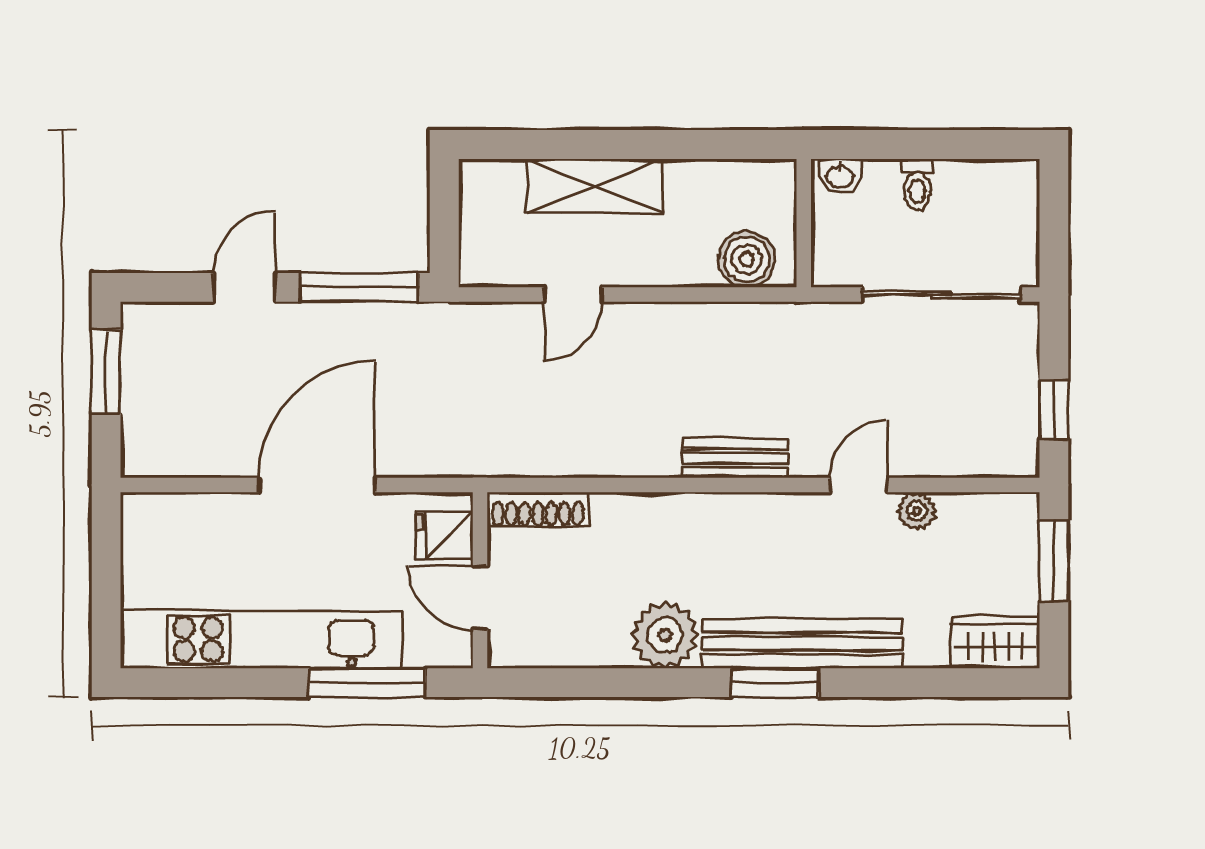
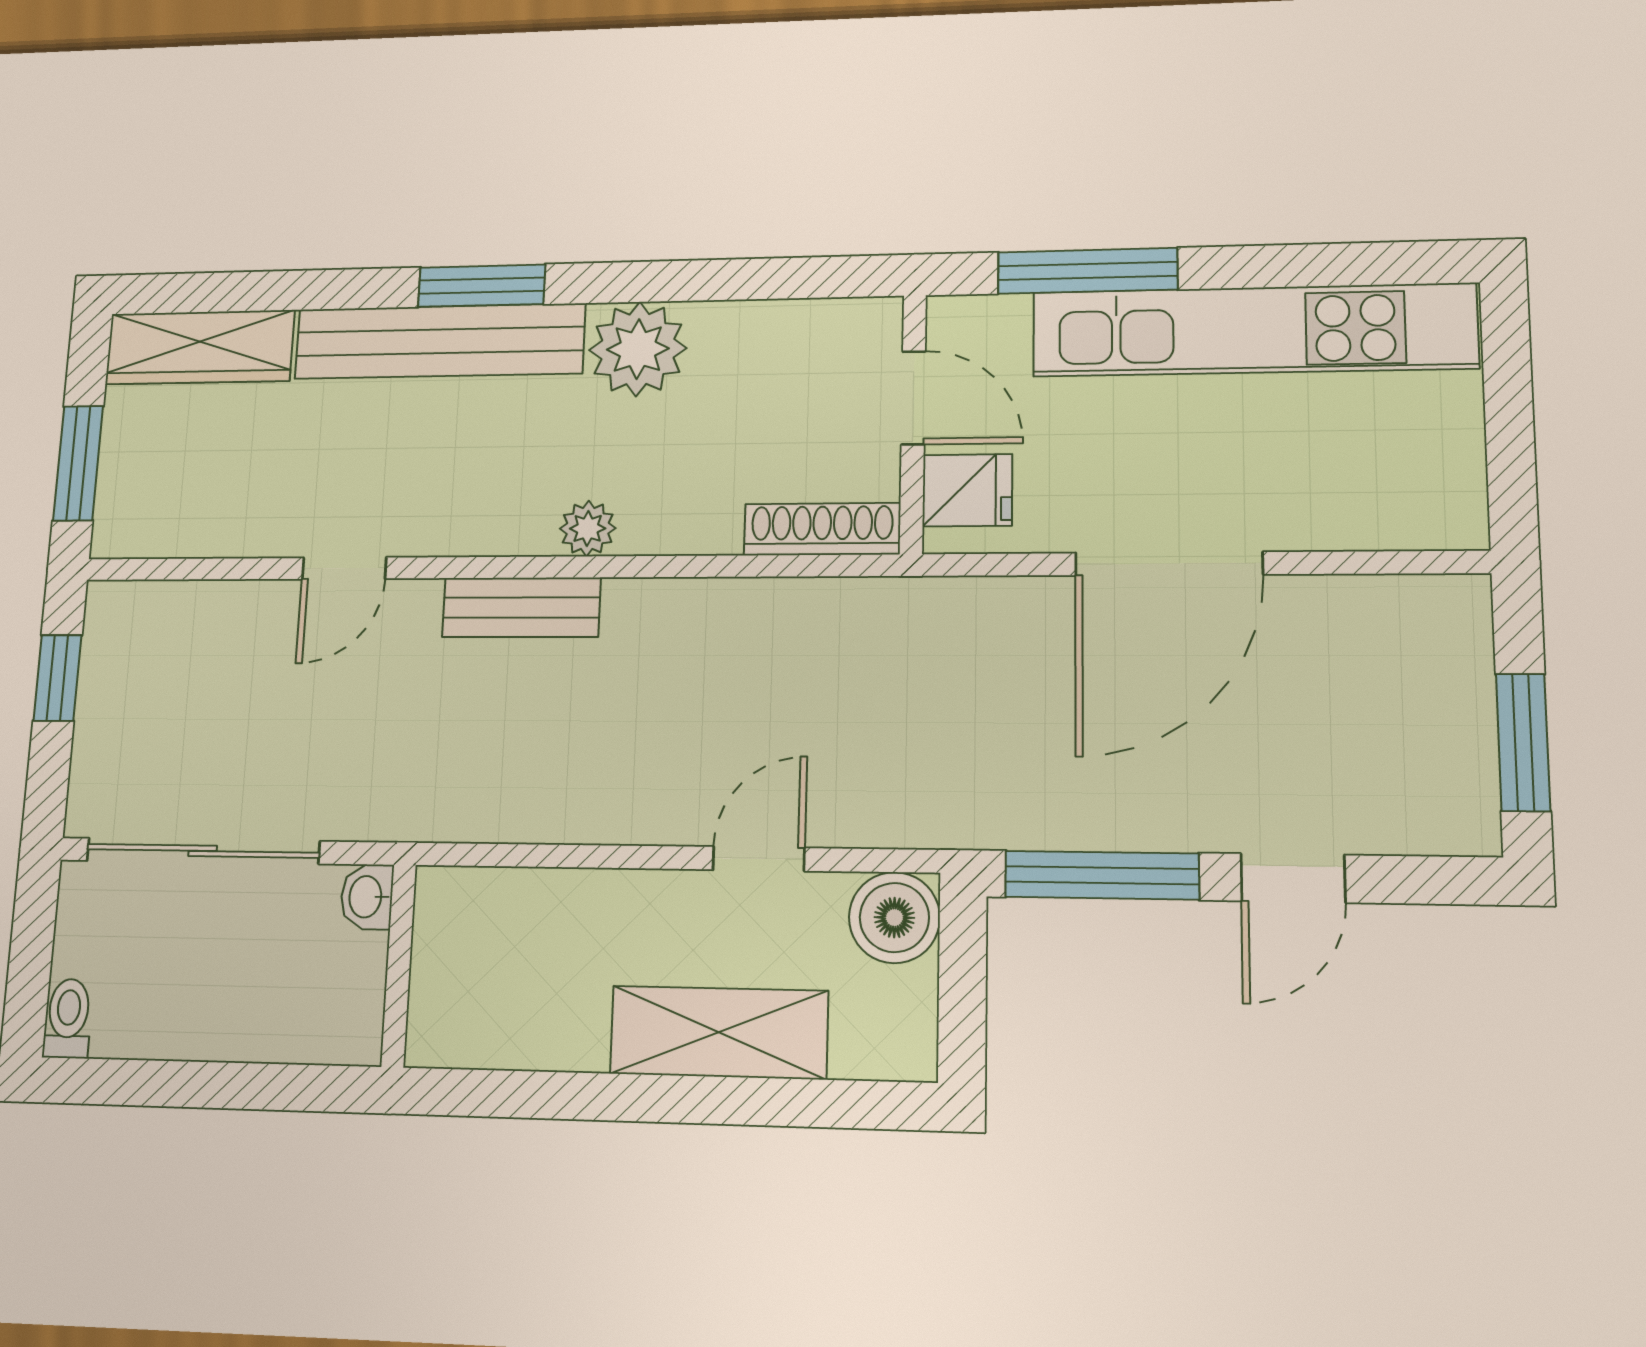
washbasin: (840, 176) -> (367, 897), moved, turned -90
toilet: (917, 184) -> (68, 1018), moved
boiler: (747, 259) -> (894, 918), moved
plant: (917, 511) -> (588, 528), moved
wardrobe: (995, 643) -> (200, 347), width x1.50

